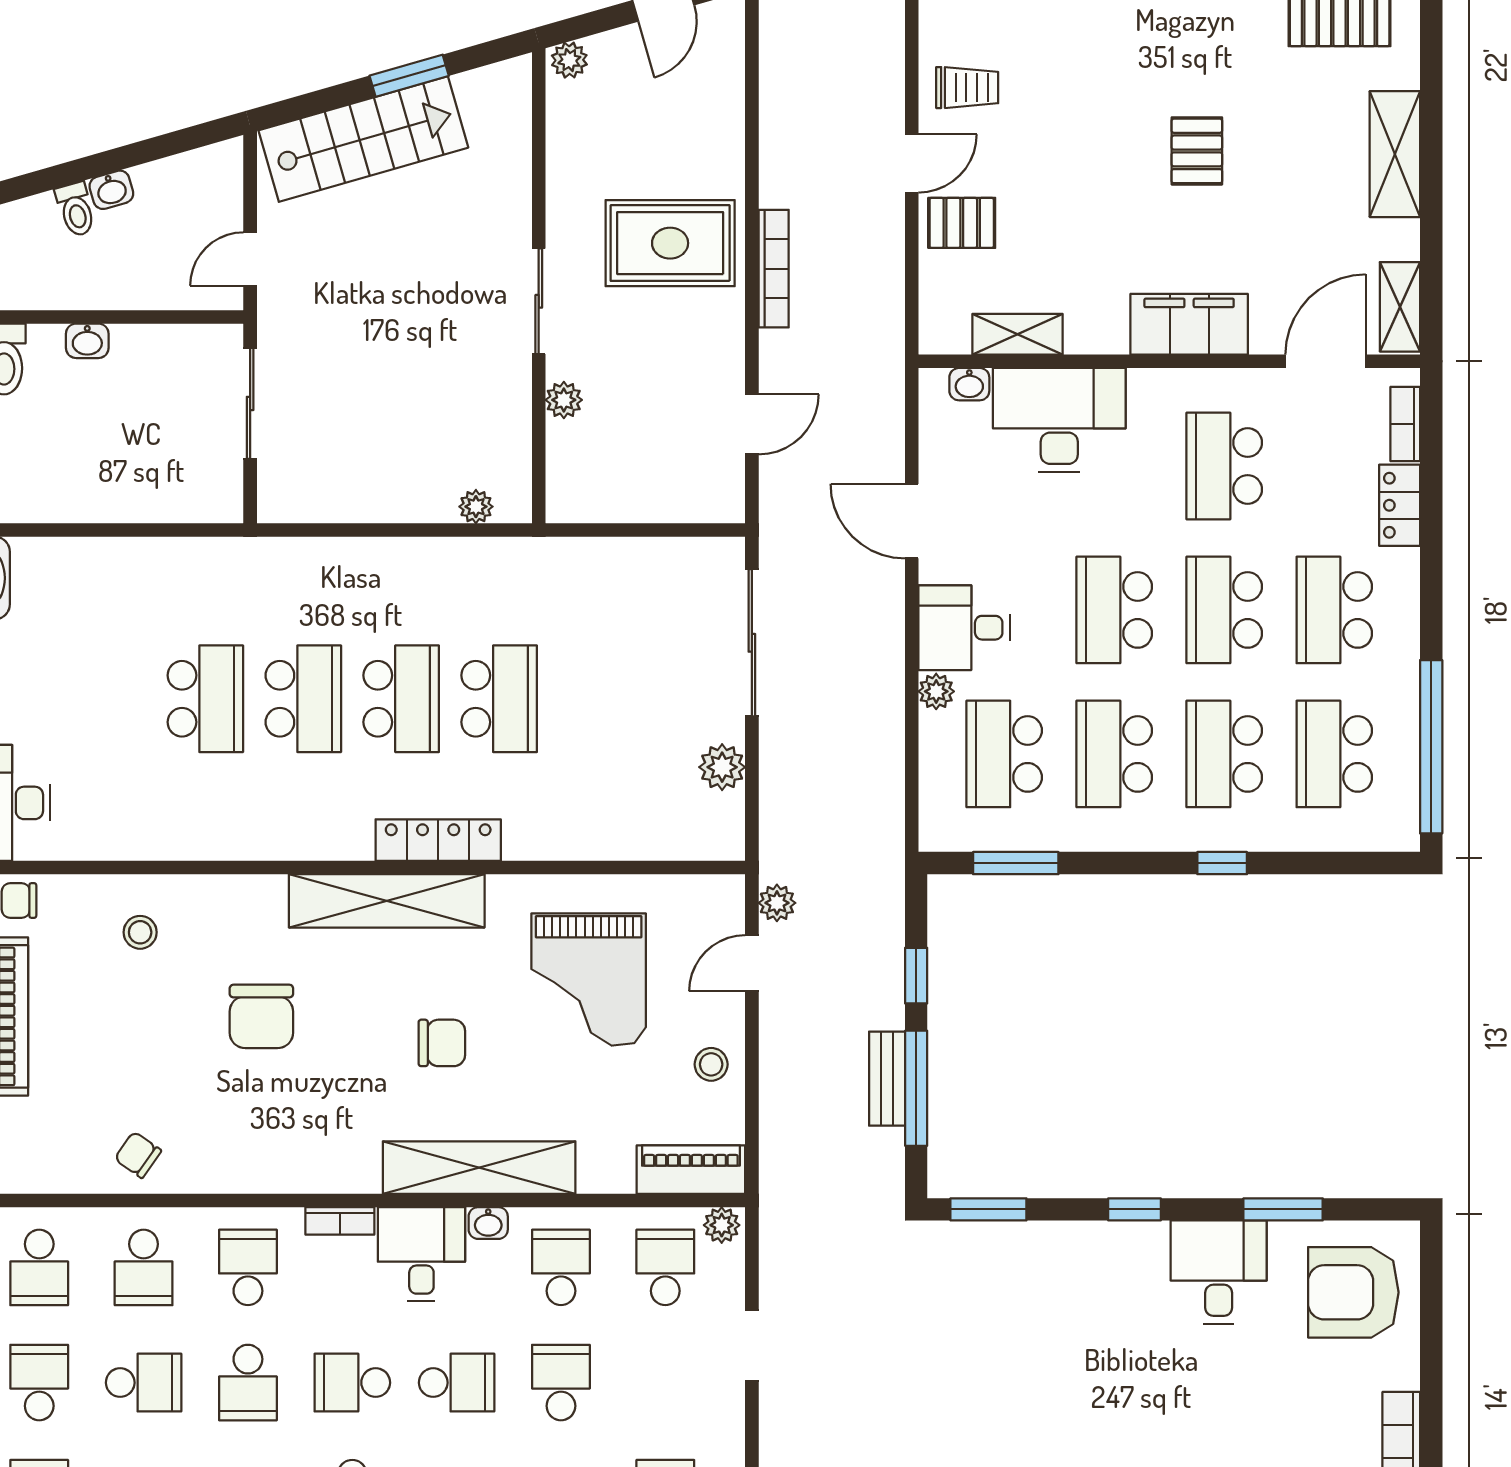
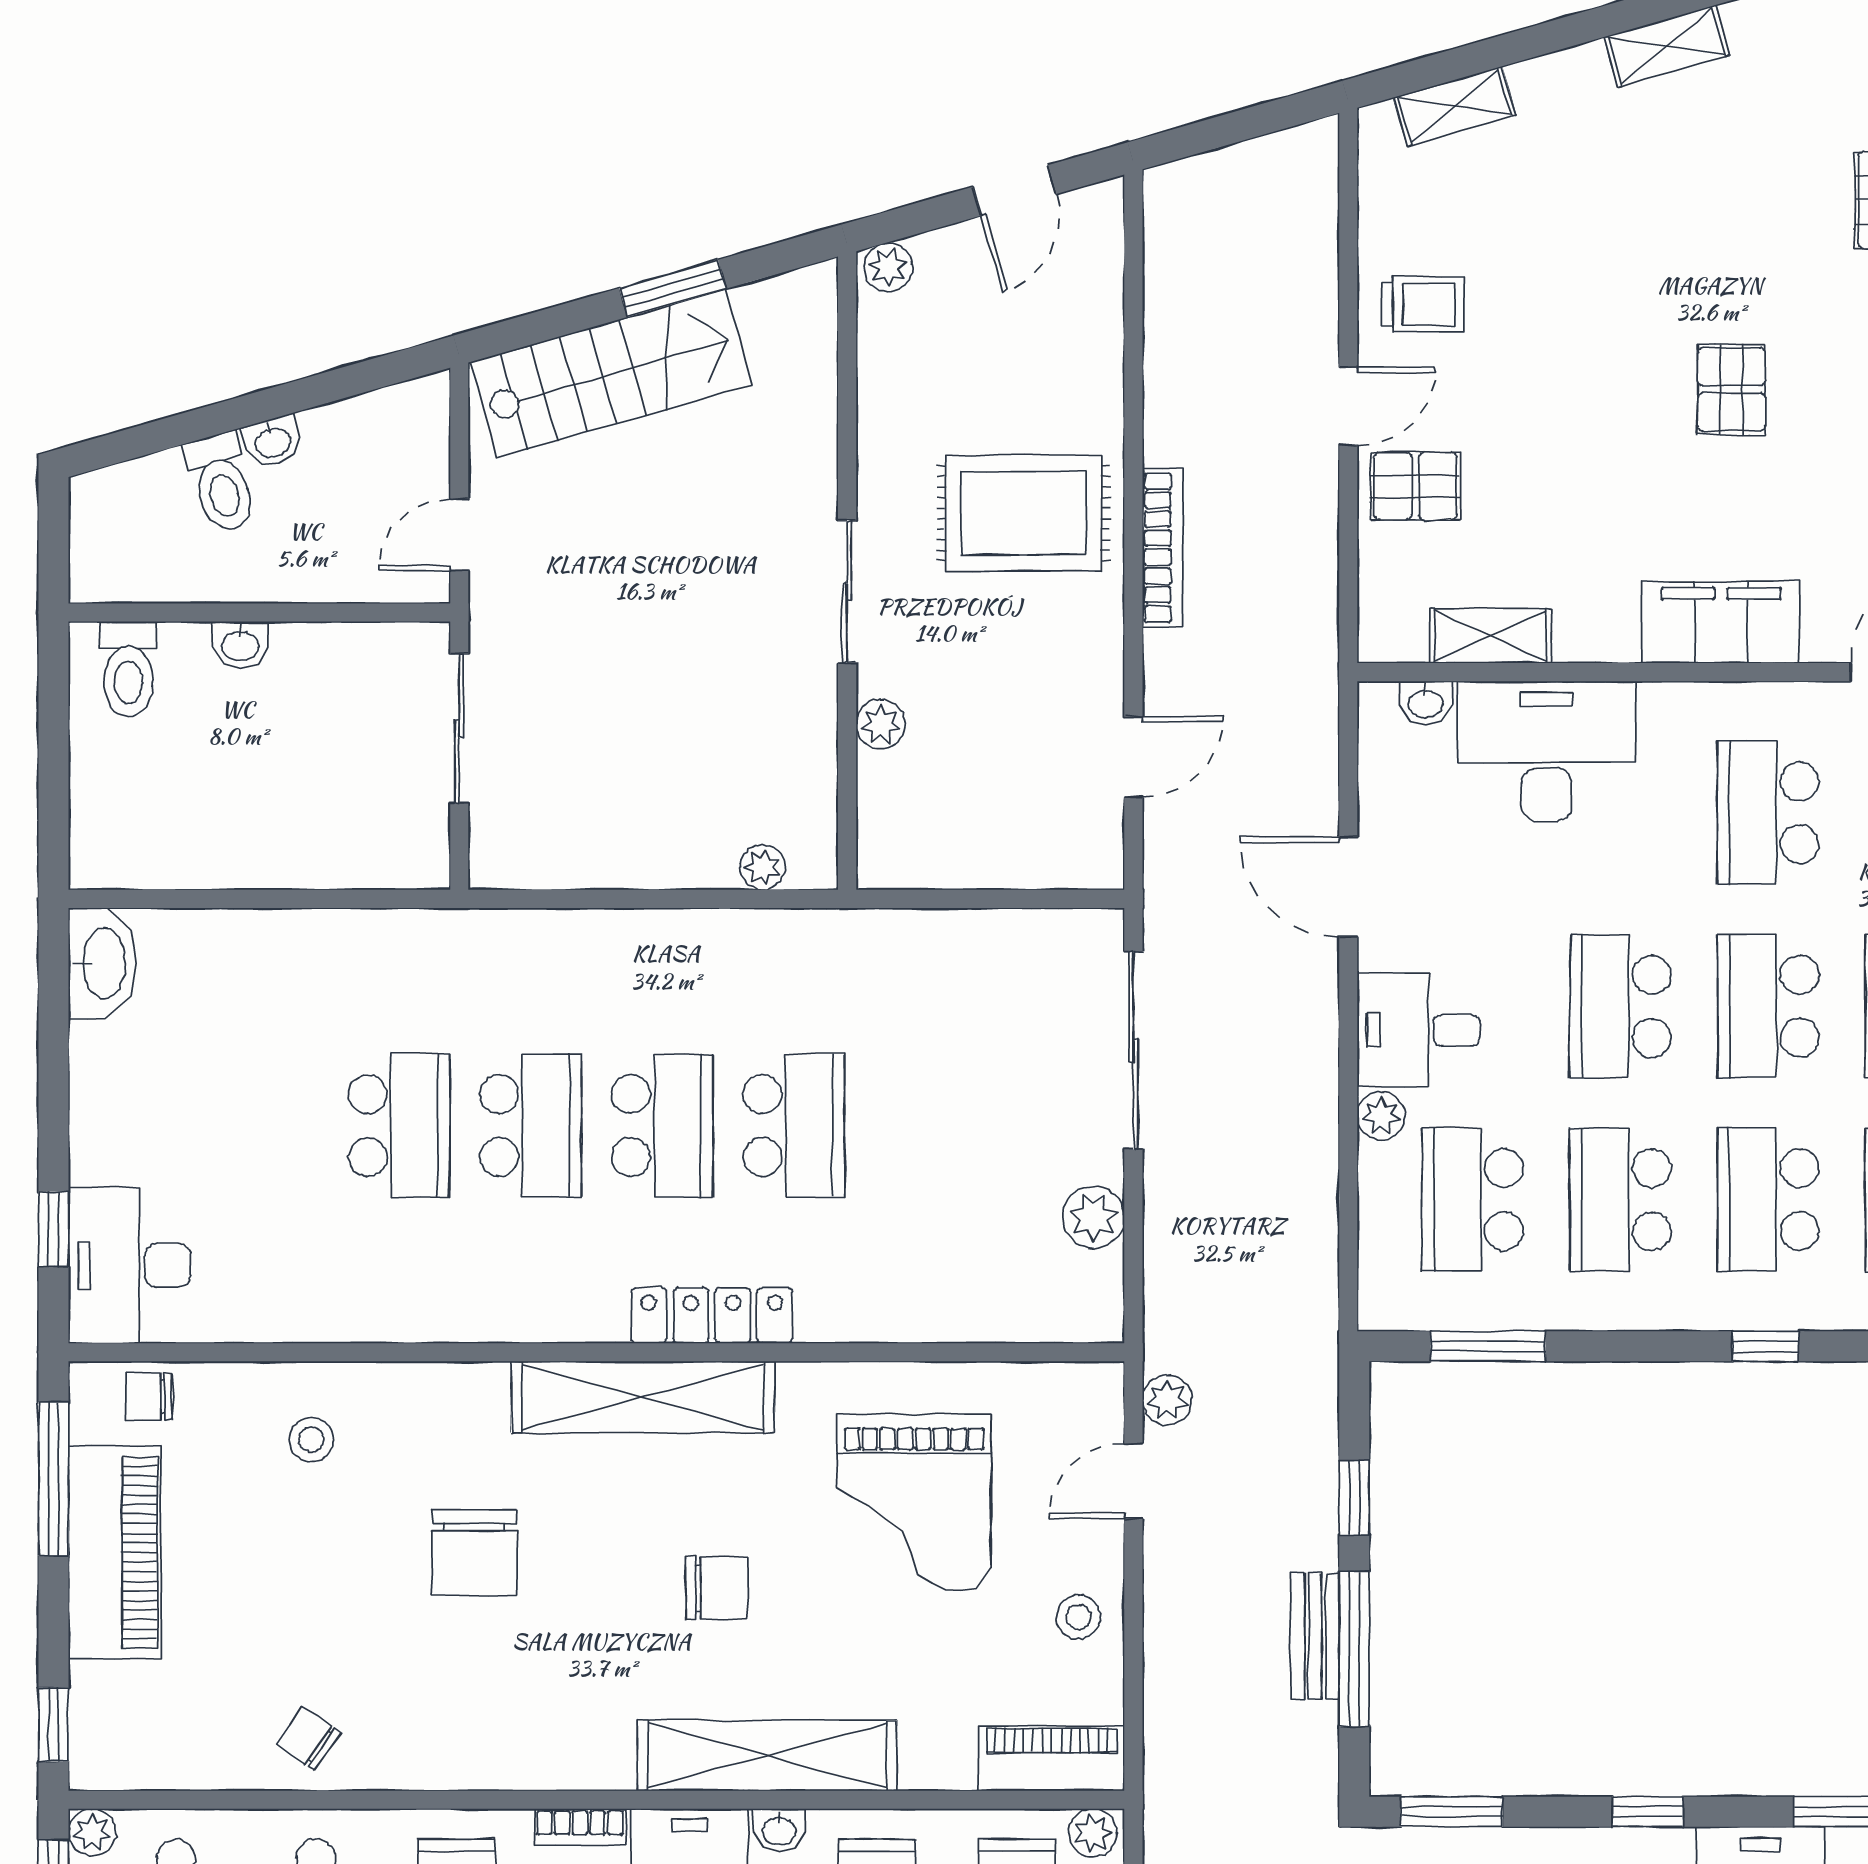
toilet: (76, 209) -> (221, 483), width x1.37, depth x1.39

